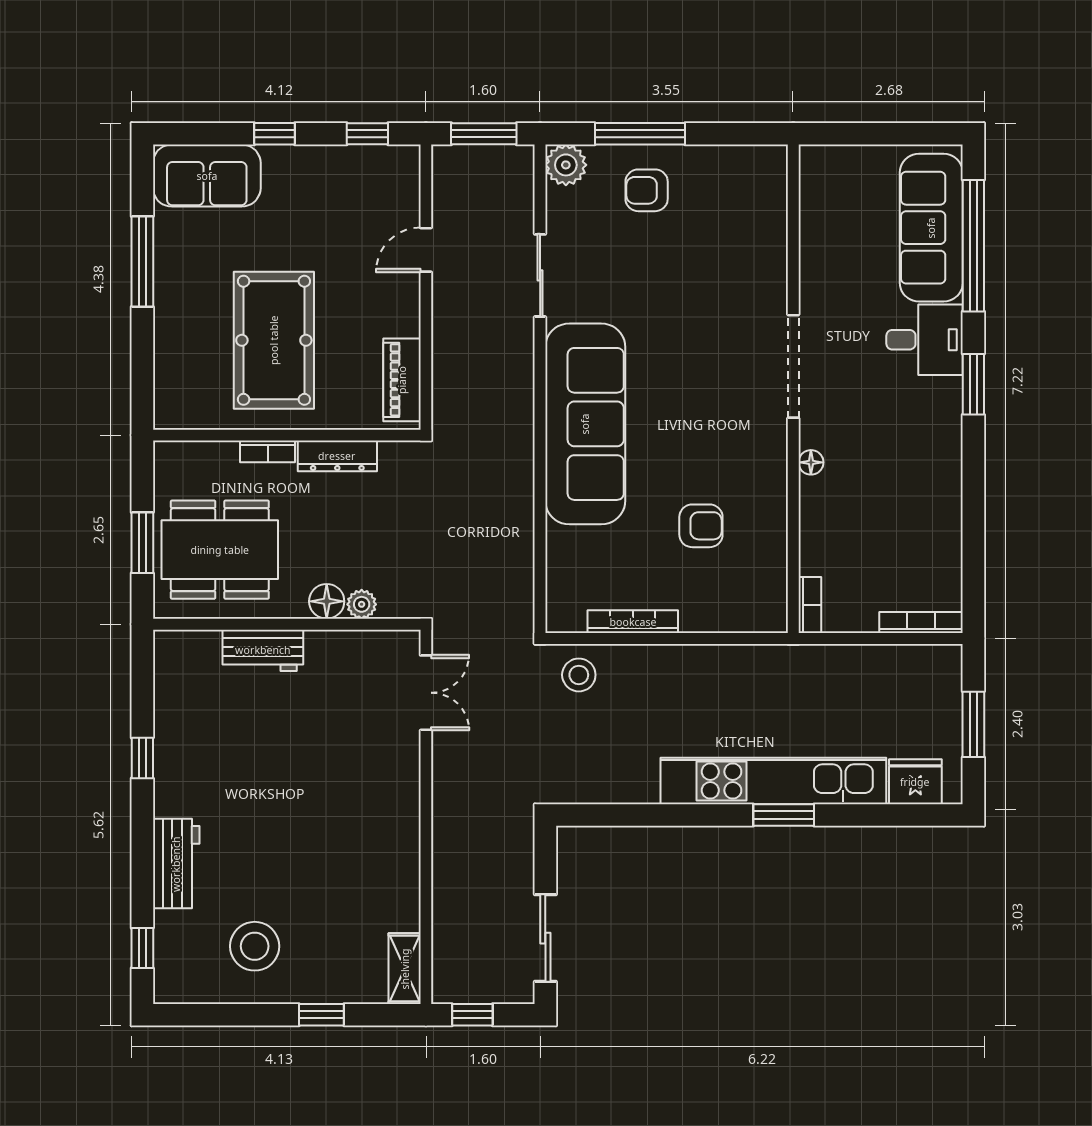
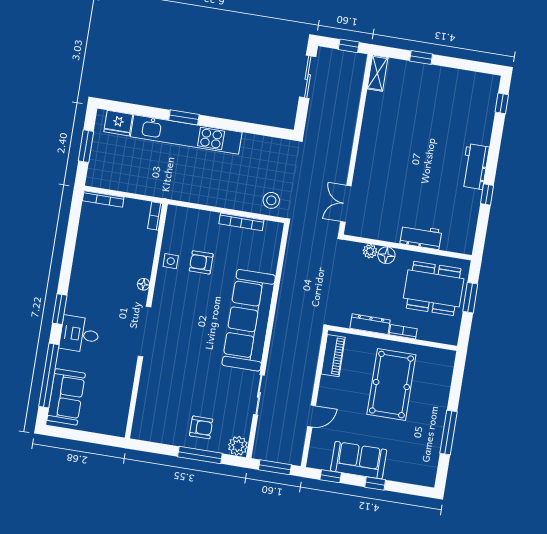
sofa: (207, 176) -> (359, 460), moved
sofa: (931, 228) -> (66, 397), width x0.73
side table: (763, 518) -> (171, 261), added
workbench: (176, 864) -> (475, 166), moved
stool: (255, 946) -> (448, 96), removed

